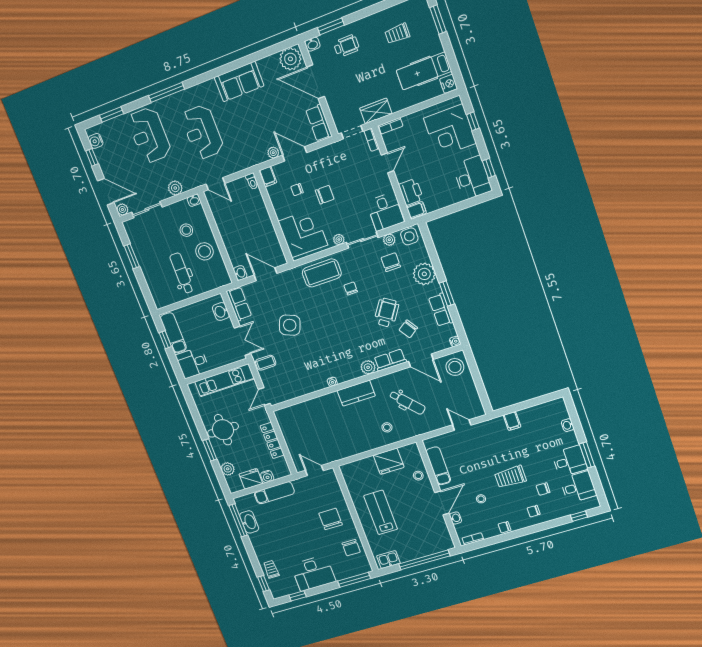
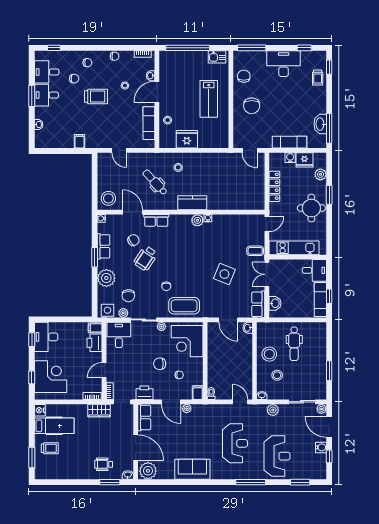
trolley: (397, 34) -> (50, 448), moved
water cooler: (96, 141) -> (321, 447), moved
printer: (330, 153) -> (144, 393), added
plant: (368, 367) -> (197, 220), moved

